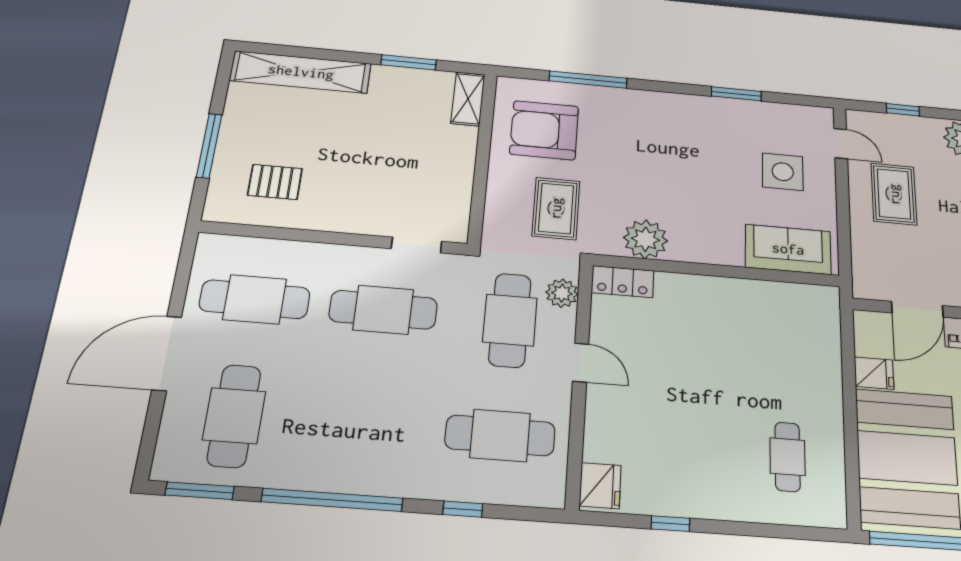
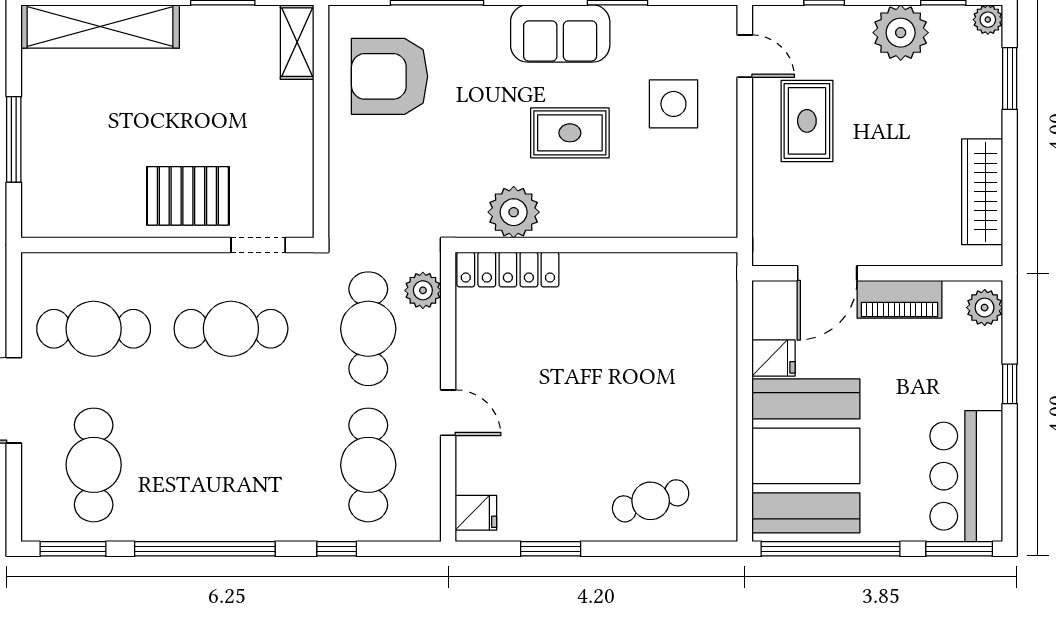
pallet: (275, 182) -> (188, 196), moved, width x1.50, depth x1.42
rug: (556, 208) -> (570, 133), moved, turned 90
sofa: (788, 249) -> (560, 34), moved, turned 180
locker: (623, 282) -> (508, 269), width x1.53
door: (581, 363) -> (448, 413), moved
cafe table: (500, 435) -> (368, 465), turned 90
cafe table: (787, 457) -> (651, 501), moved, turned 73
fridge: (600, 486) -> (476, 513), width x0.72
window: (670, 524) -> (551, 549), width x1.50

